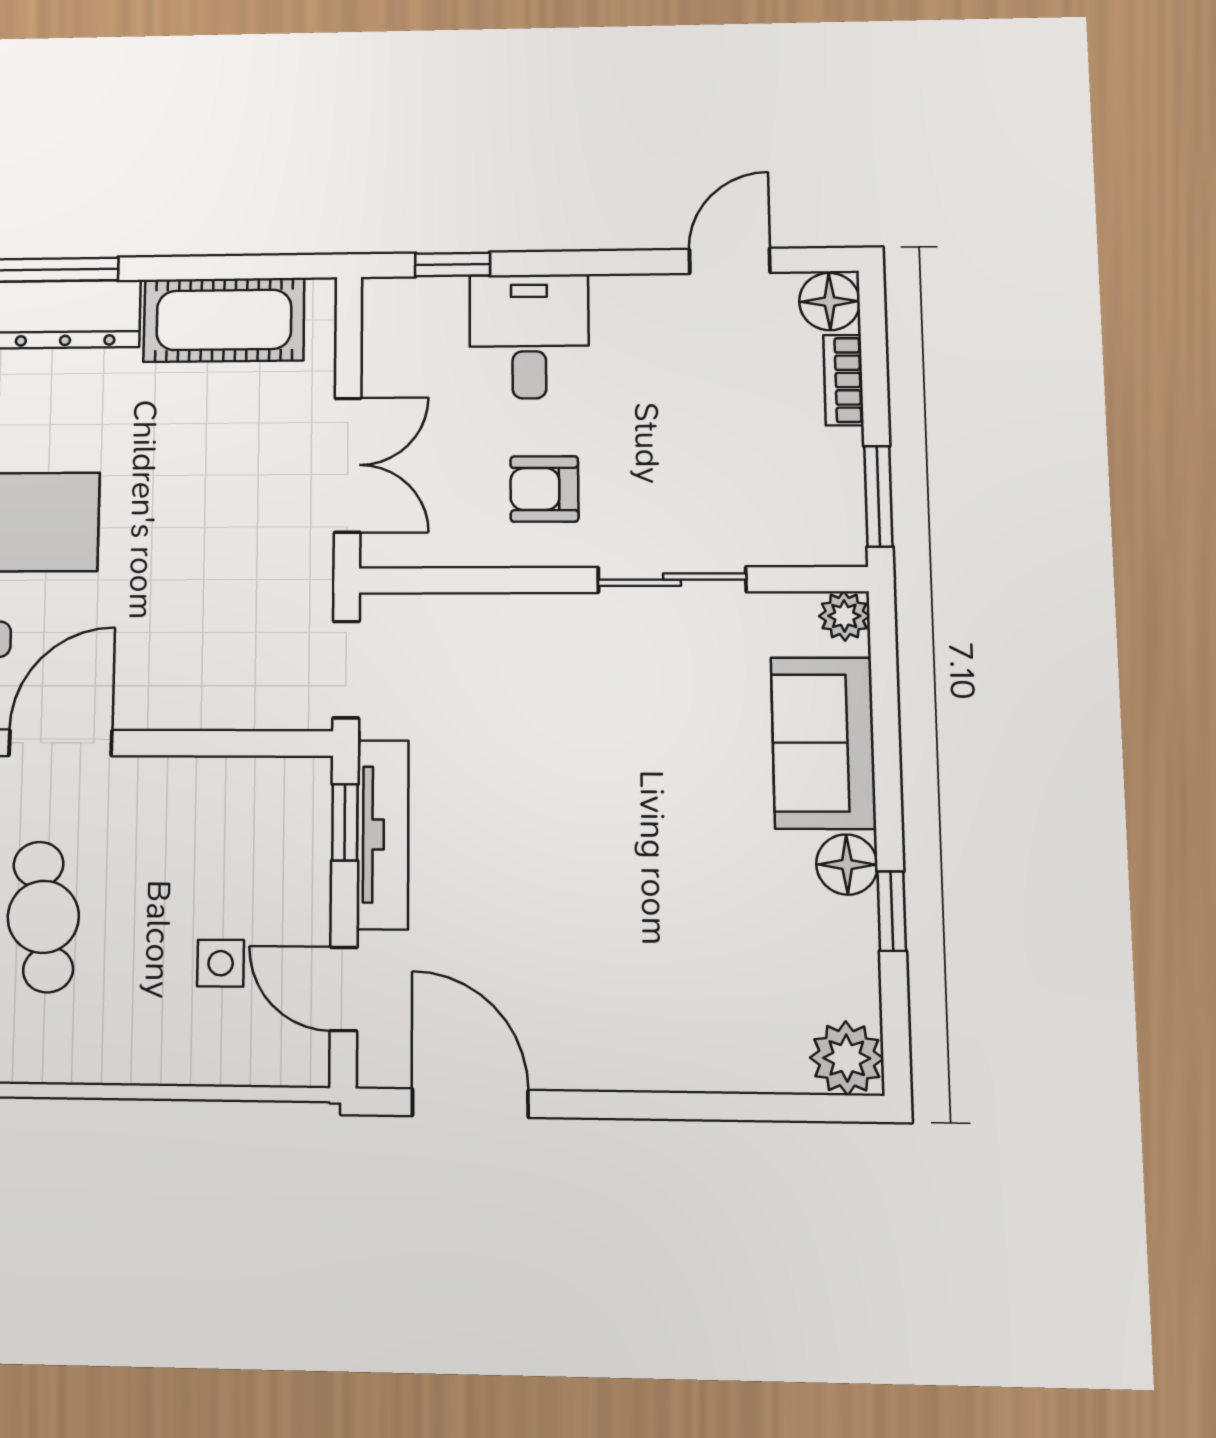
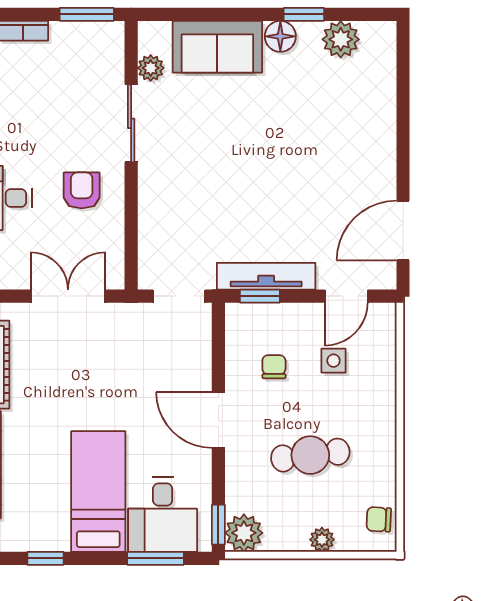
armchair: (544, 489) -> (82, 190), turned 180
plant: (844, 616) -> (151, 68), moved
door: (60, 743) -> (218, 420), moved
chair: (211, 848) -> (274, 367), added
plant: (847, 1058) -> (341, 39), moved

